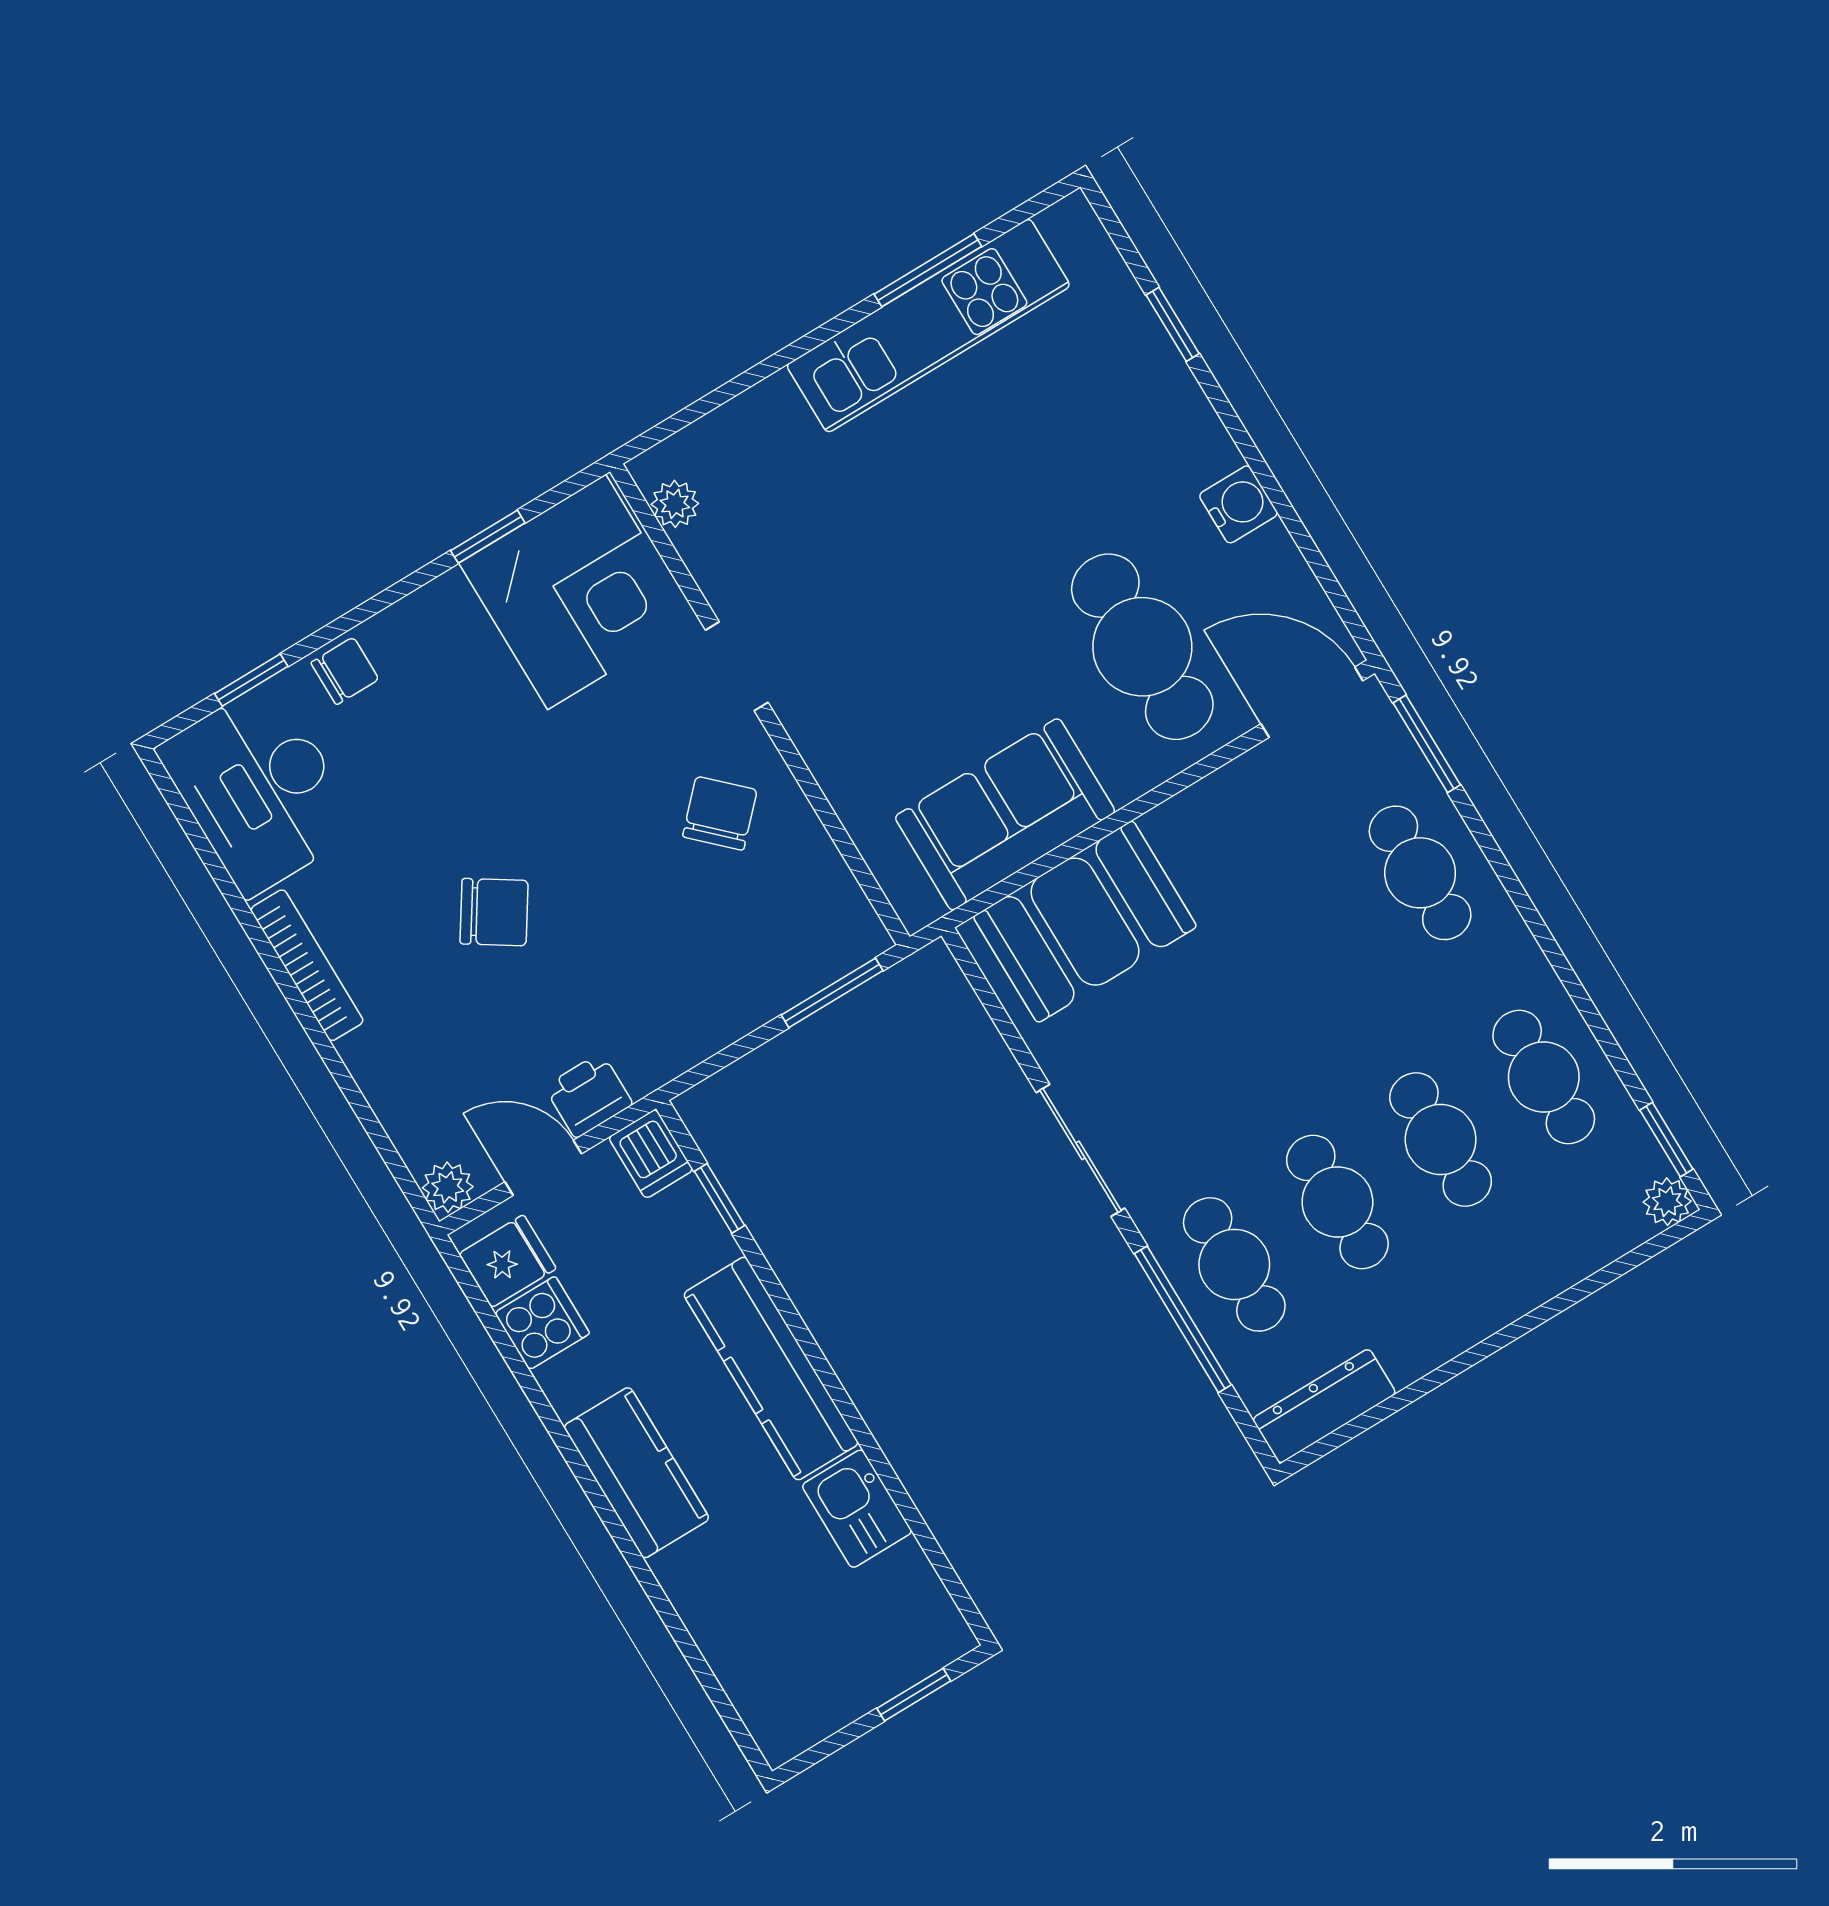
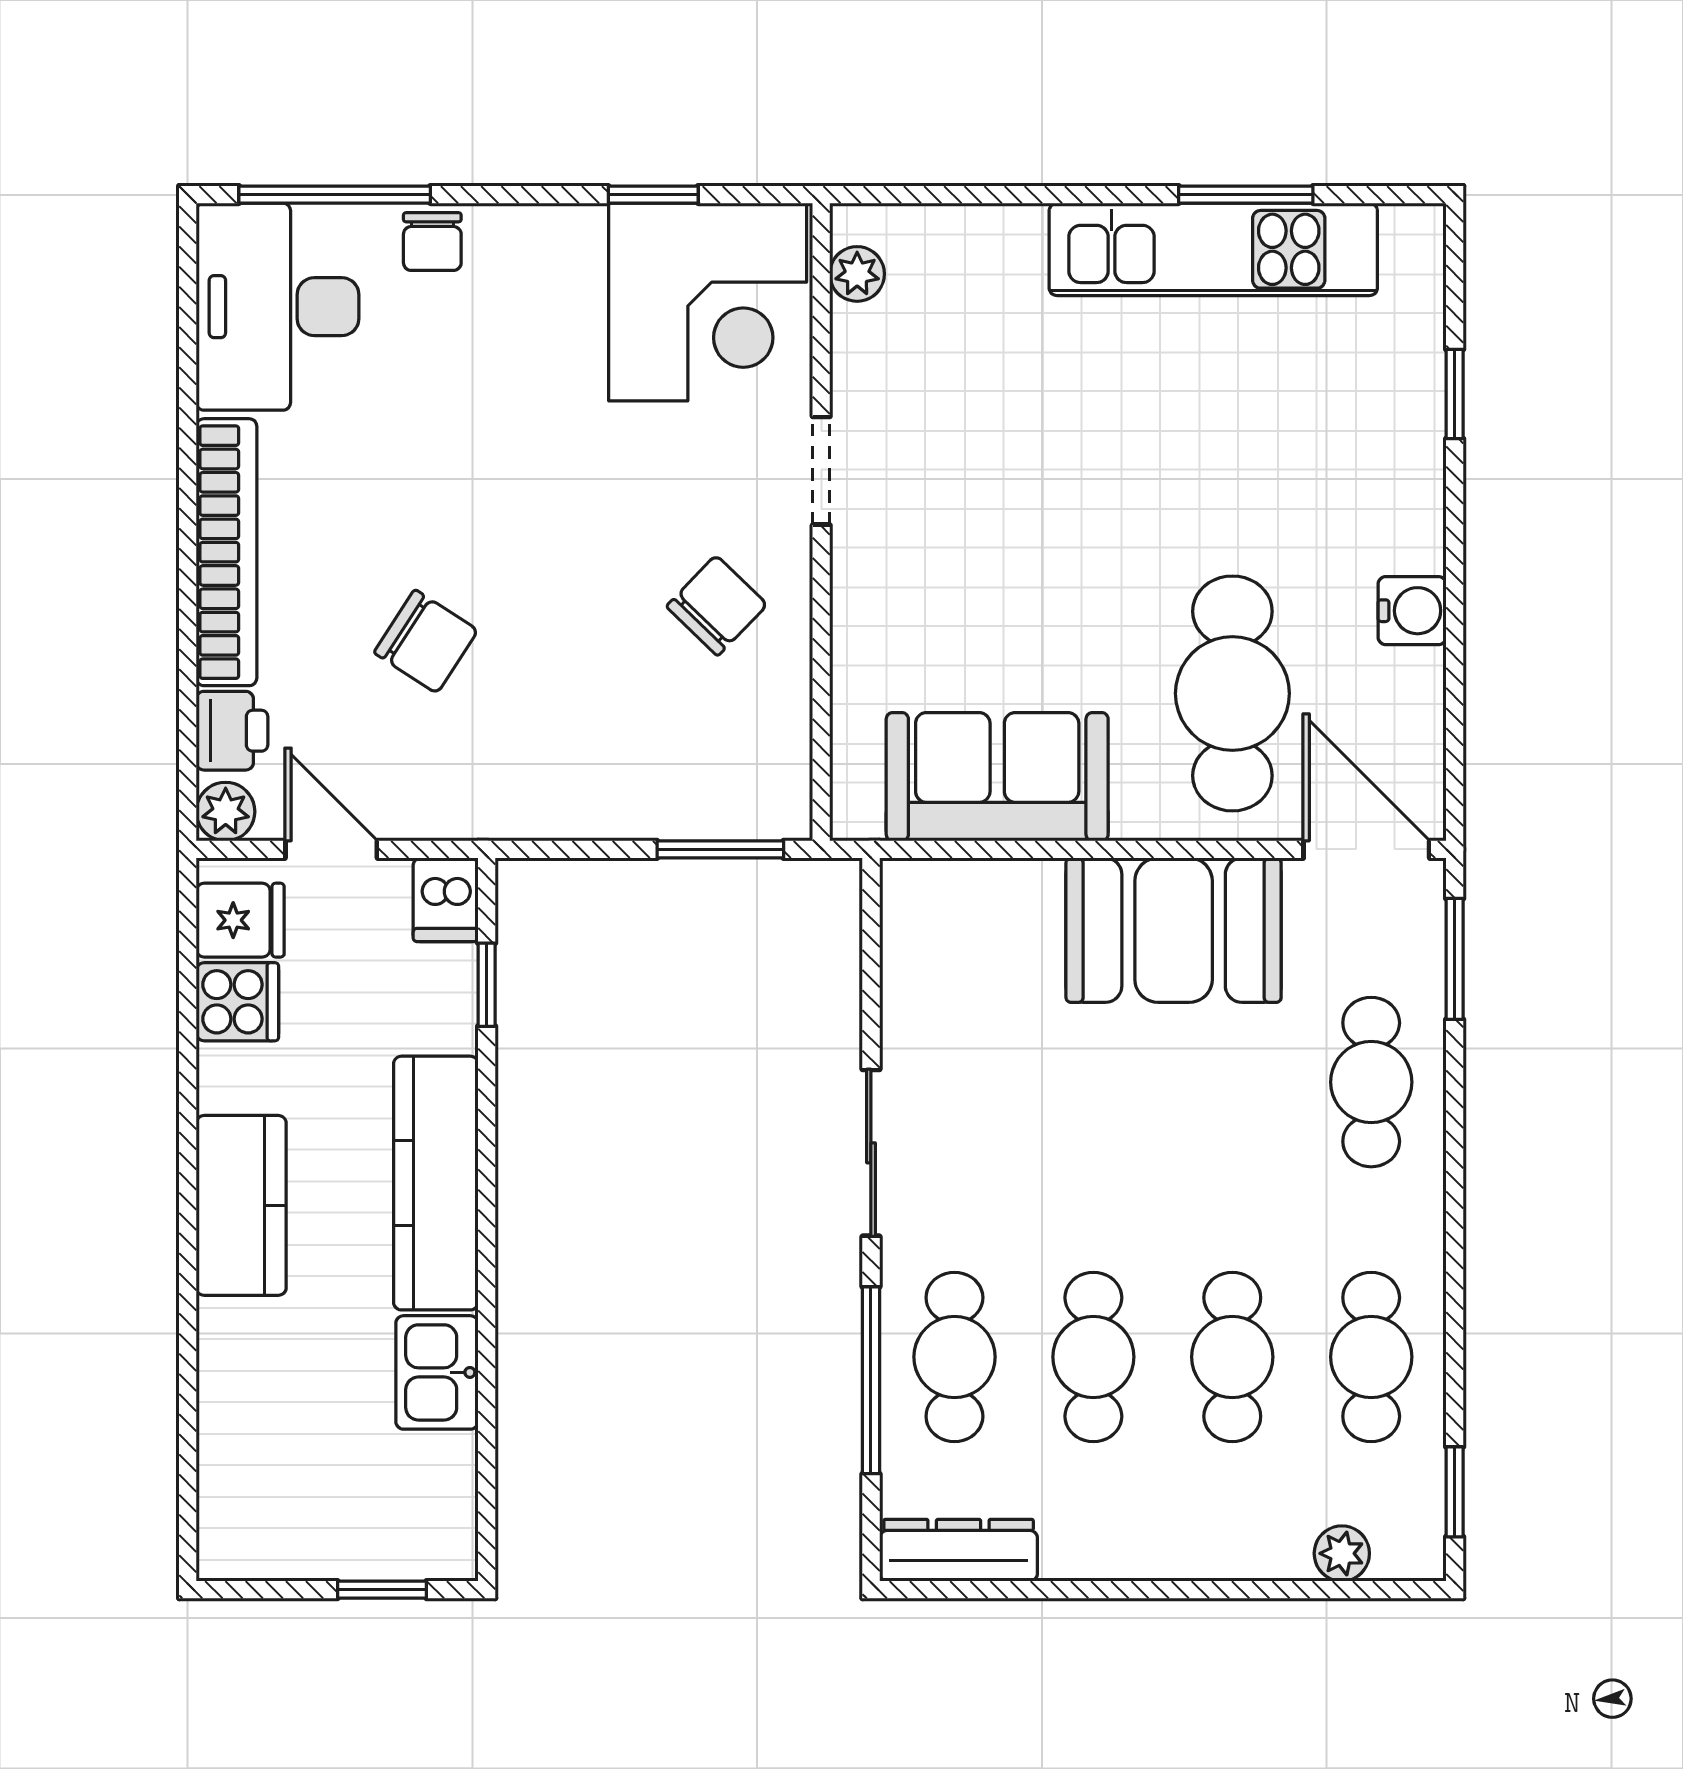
chair: (345, 671) -> (432, 242), turned 90
window: (251, 680) -> (335, 195), width x2.17
chair: (494, 912) -> (426, 641), moved
booth: (1085, 922) -> (1174, 930), moved
bookcase: (307, 965) -> (227, 552), width x1.48, depth x1.31
printer: (589, 1095) -> (232, 731), moved, turned 90
plant: (1667, 1202) -> (1342, 1553), moved

